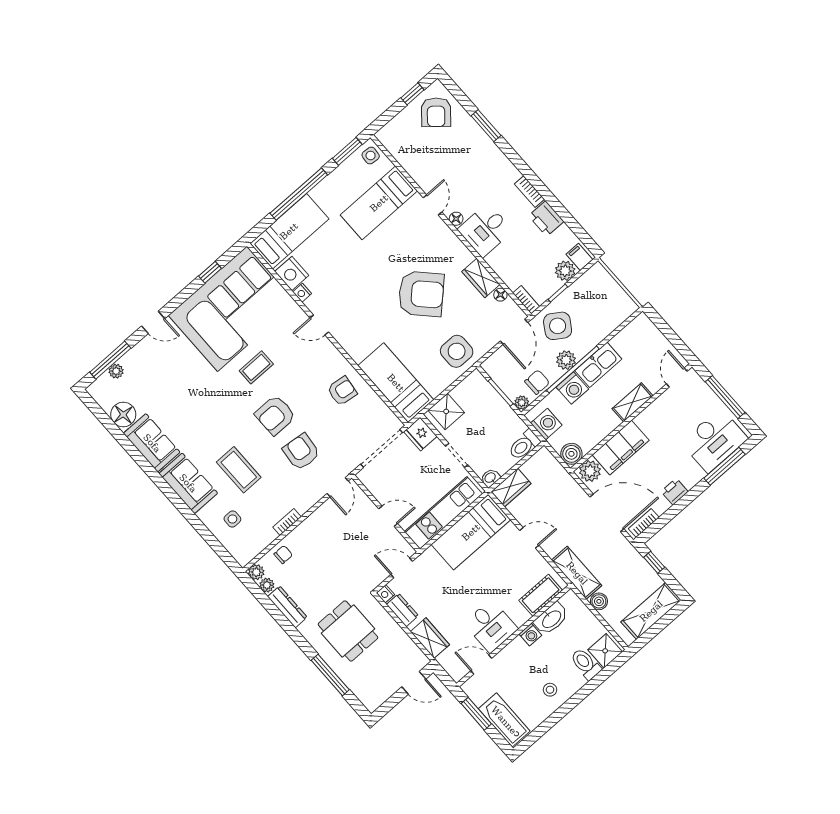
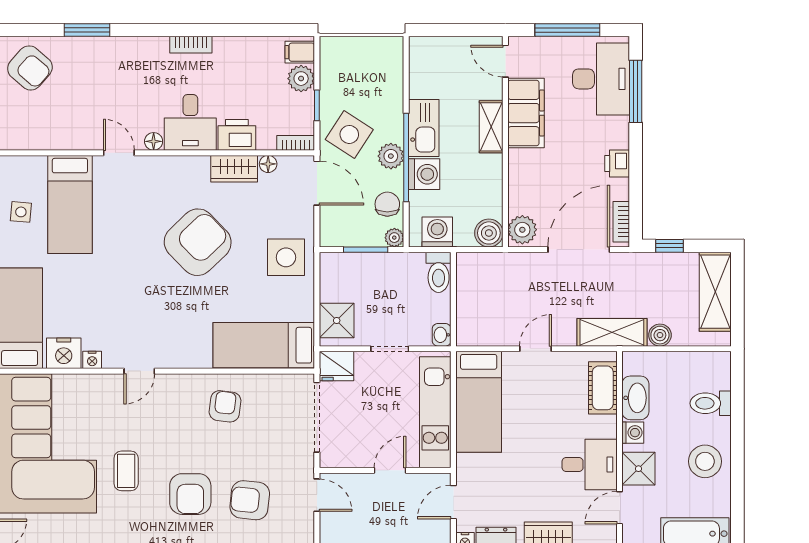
side table: (371, 155) -> (21, 212), moved
printer: (546, 219) -> (237, 135), moved, turned 180
filing cabinet: (621, 448) -> (526, 113), moved
wardrobe: (511, 488) -> (469, 323), removed
shower: (605, 651) -> (638, 469), moved
stool: (550, 690) -> (705, 461), width x1.89, depth x1.89

